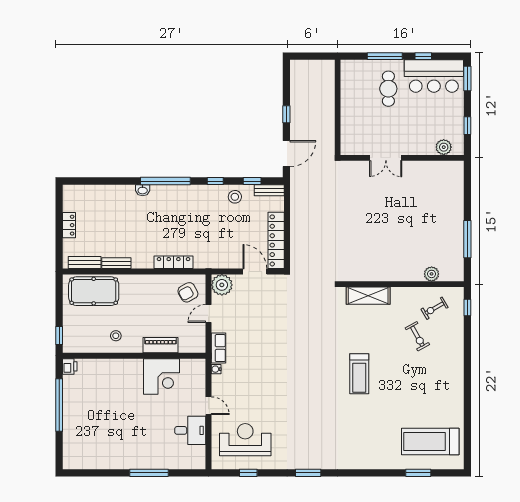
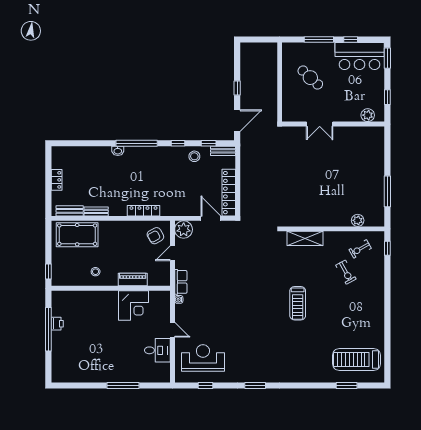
cafe table: (388, 89) -> (310, 78), moved, turned -47
printer: (70, 366) -> (57, 324), moved

